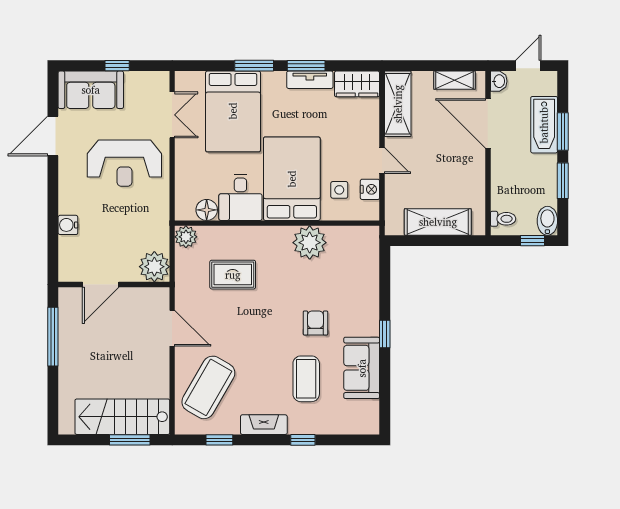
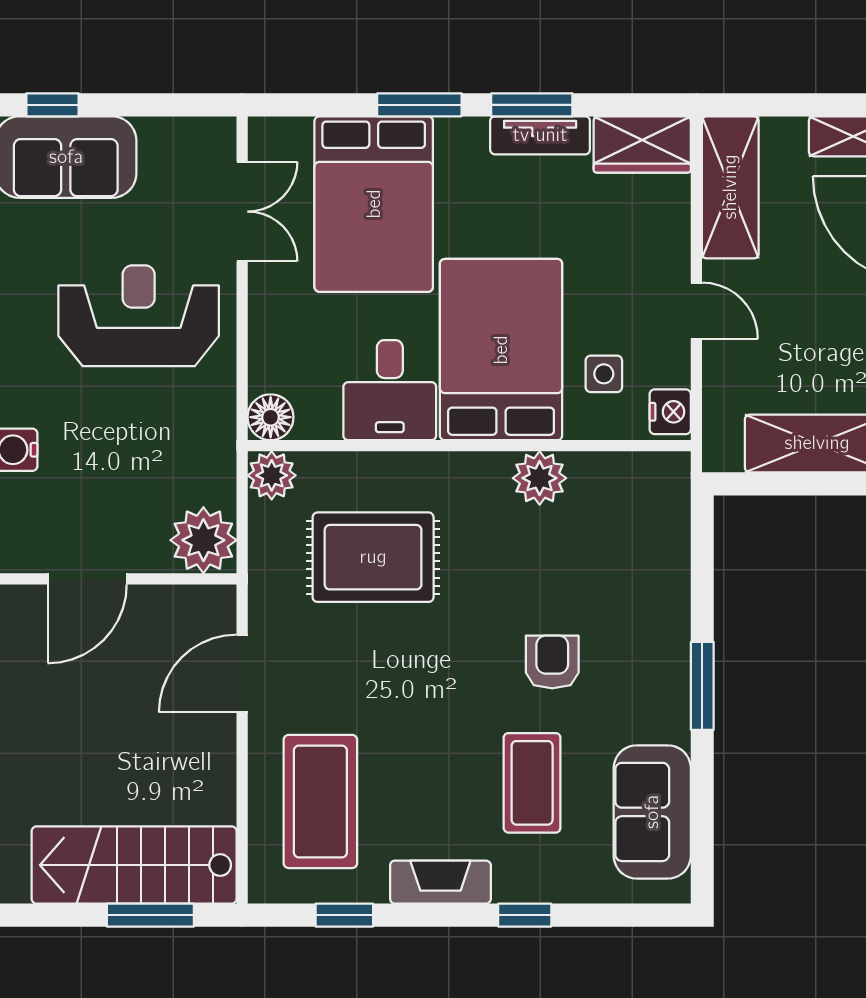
window: (117, 66) -> (52, 105), moved
reception desk: (124, 163) -> (139, 316), turned 180
nightstand: (370, 189) -> (670, 412), moved
floor lamp: (207, 210) -> (271, 417), moved
plant: (310, 243) -> (540, 478), width x0.73, depth x0.73
rug: (233, 275) -> (373, 557), width x1.36, depth x1.43
door: (172, 328) -> (242, 673), swing flipped
window: (385, 334) -> (702, 686), width x1.50
sofa: (362, 368) -> (652, 812), moved
coffee table: (208, 387) -> (320, 801), turned -30

